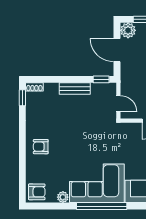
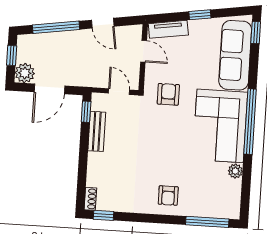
bench: (75, 89) -> (97, 131), moved
door: (118, 104) -> (119, 92), hinge flipped
window: (22, 178) -> (207, 222), added
armchair: (37, 192) -> (168, 94), moved

